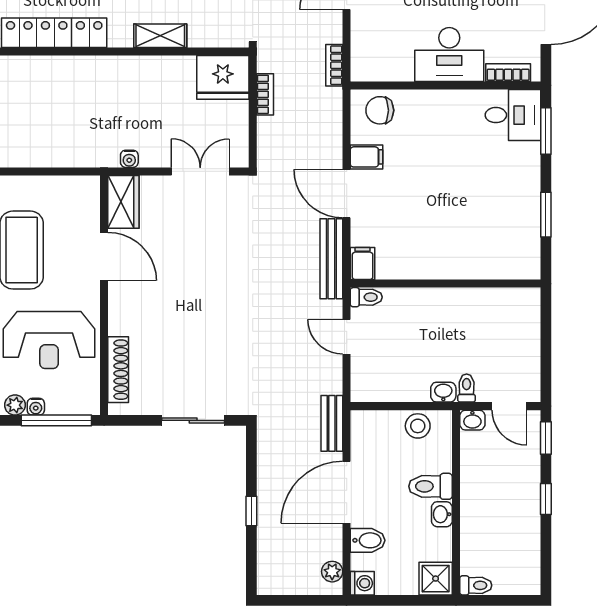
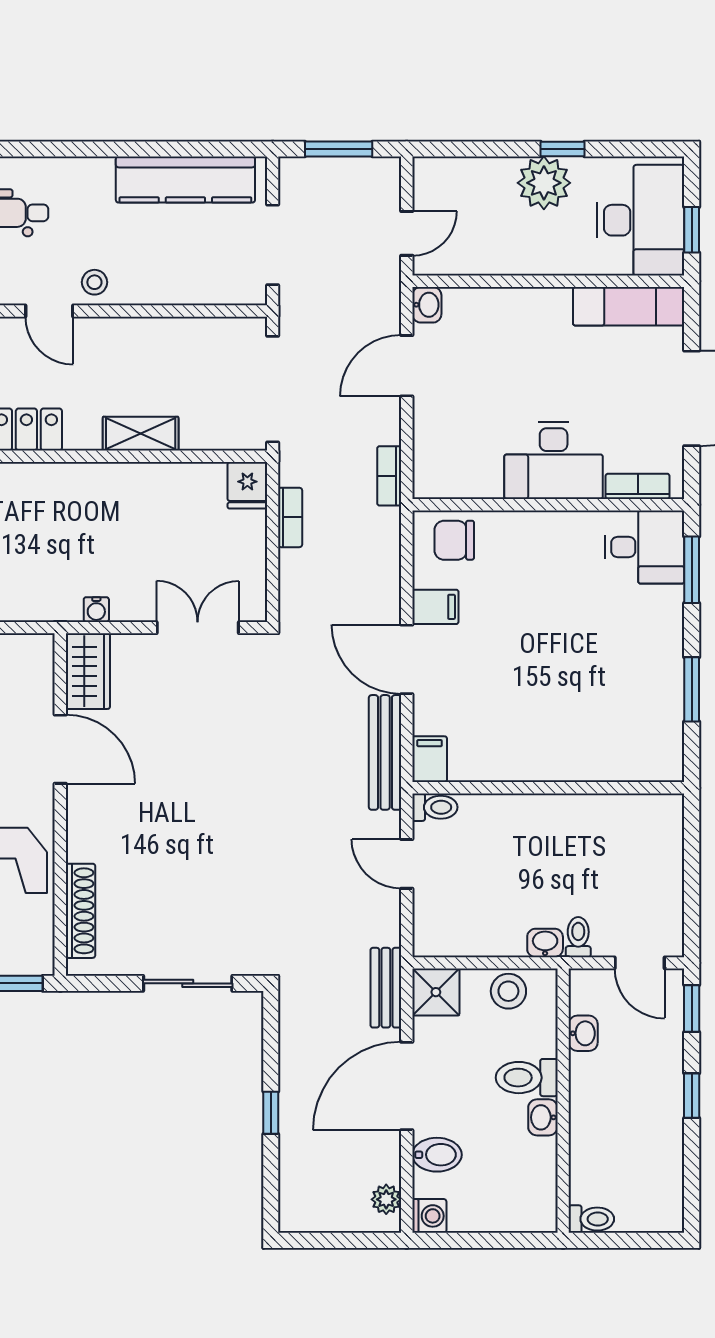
fridge: (223, 77) -> (247, 485), width x0.53, depth x0.75
washbasin: (472, 420) -> (583, 1033), moved, turned -90
shower: (436, 579) -> (436, 992), moved

